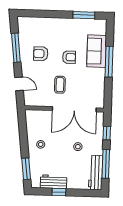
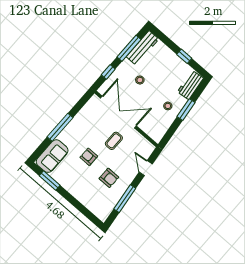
sofa: (97, 51) -> (52, 156), moved
window: (26, 169) -> (186, 110), moved
workbench: (54, 182) -> (190, 85), moved, turned 83

